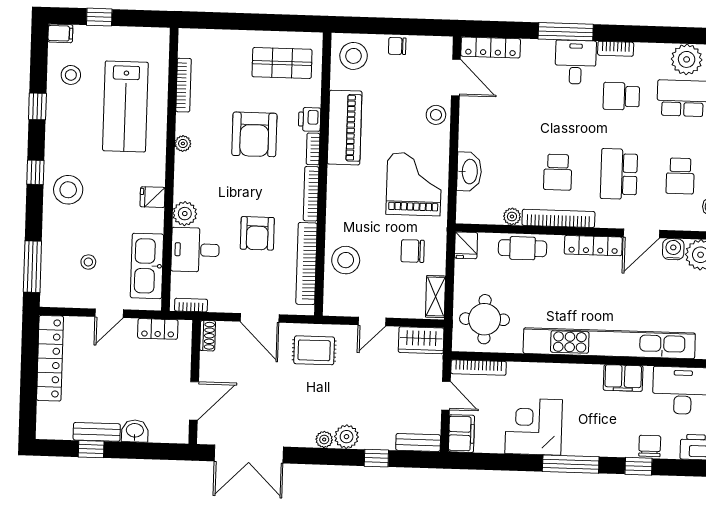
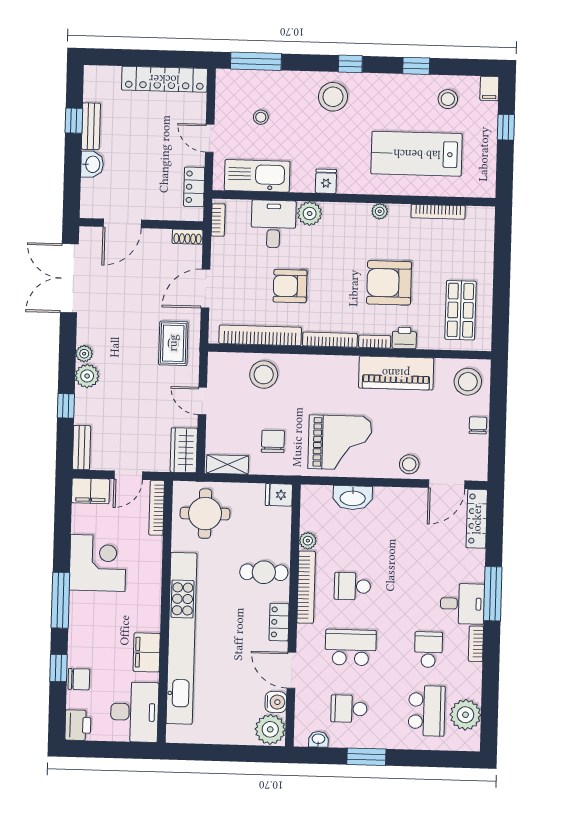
locker: (593, 246) -> (279, 622), width x0.66
cafe table: (523, 248) -> (264, 572), moved, turned 90
door: (194, 401) -> (122, 223), hinge flipped

